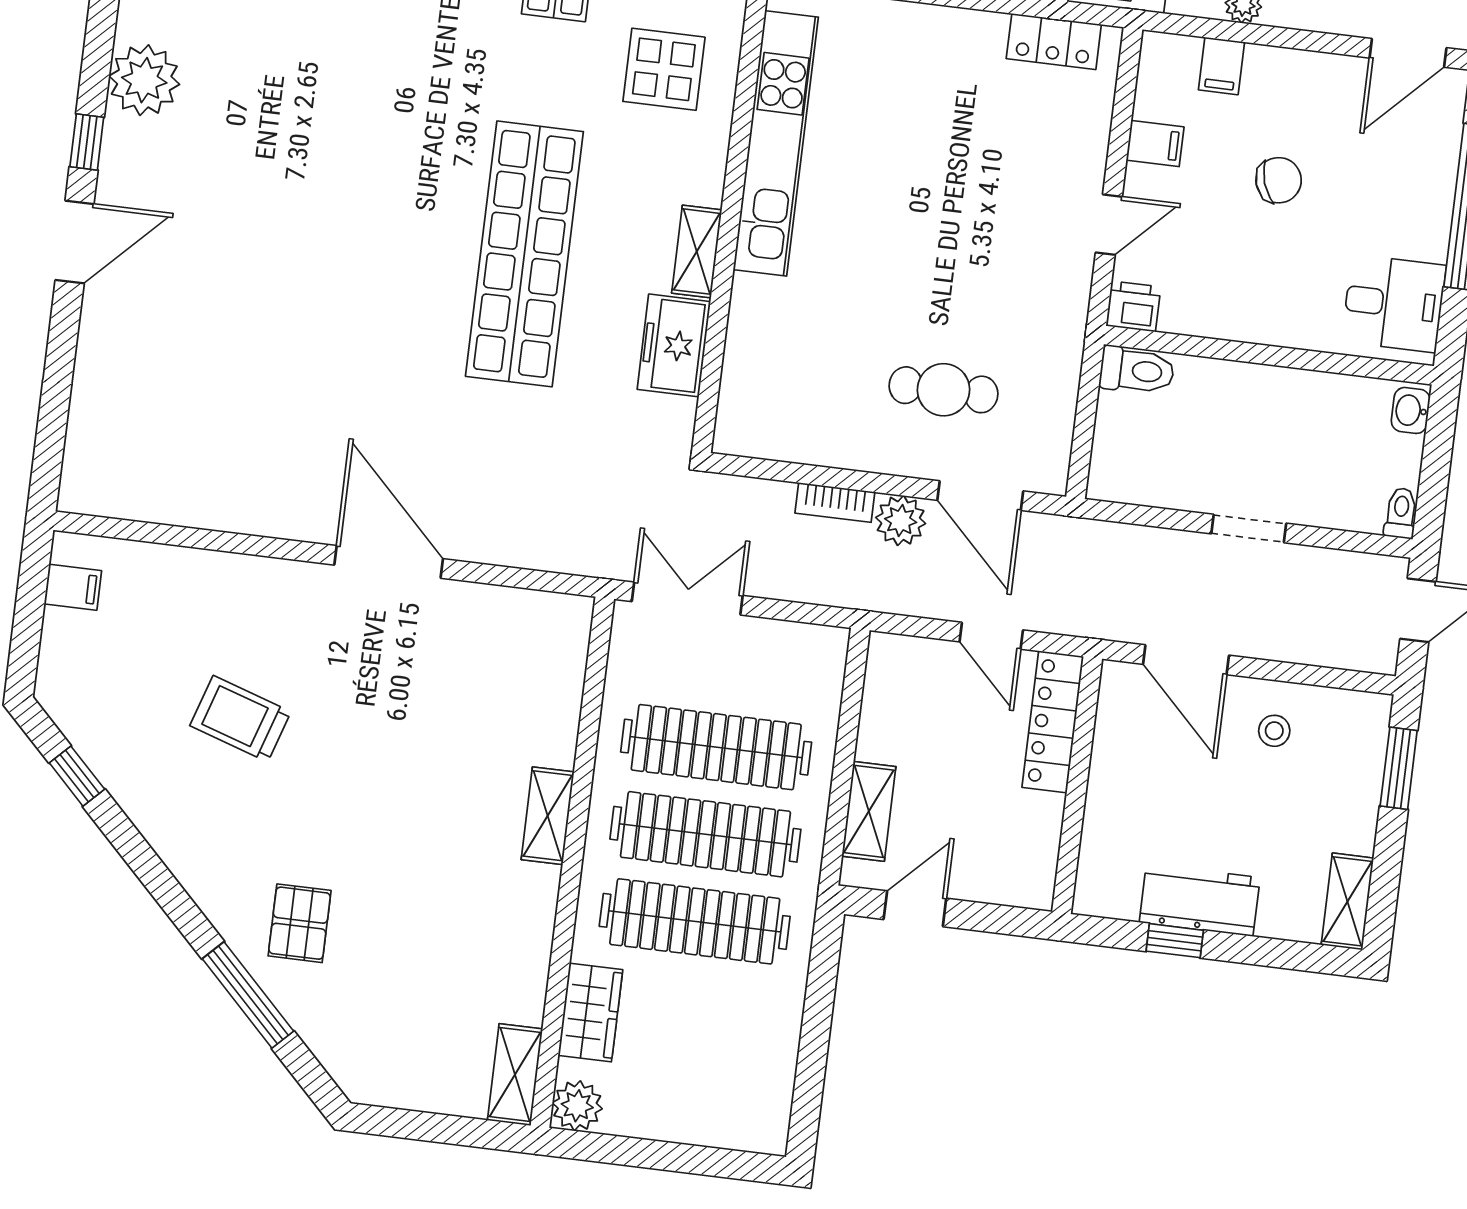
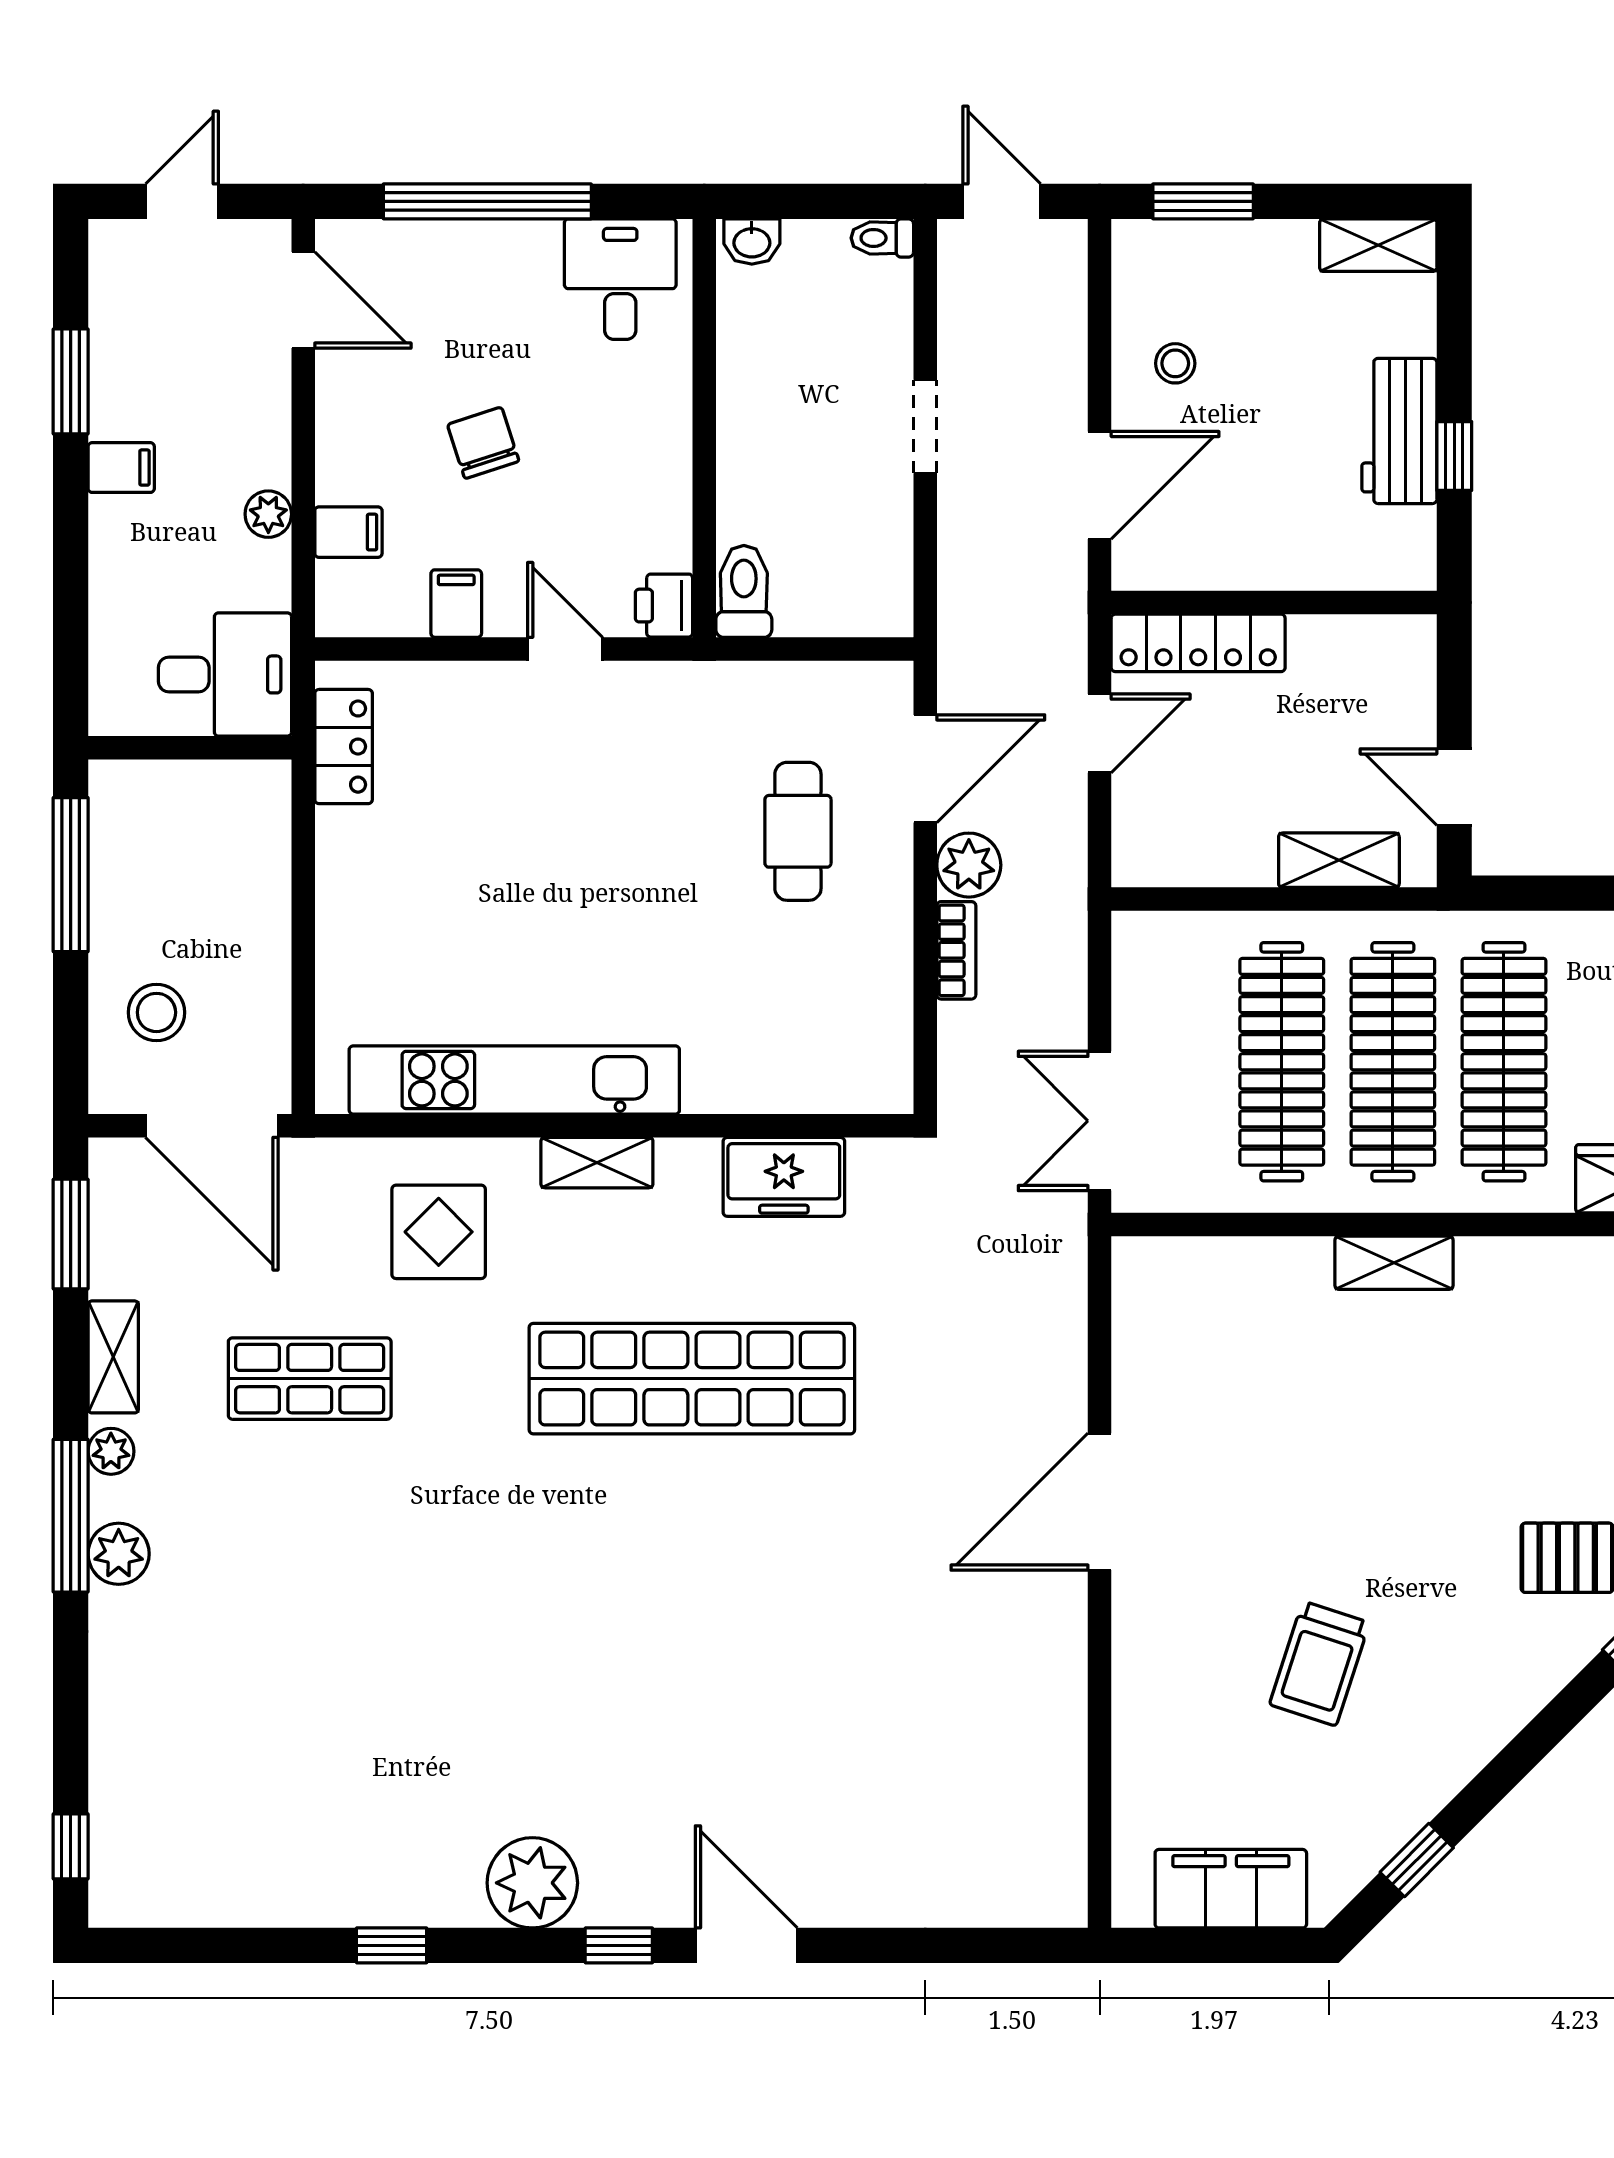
shelving: (697, 252) -> (597, 1163), moved
filing cabinet: (73, 587) -> (1231, 1889), width x3.00, depth x1.17

